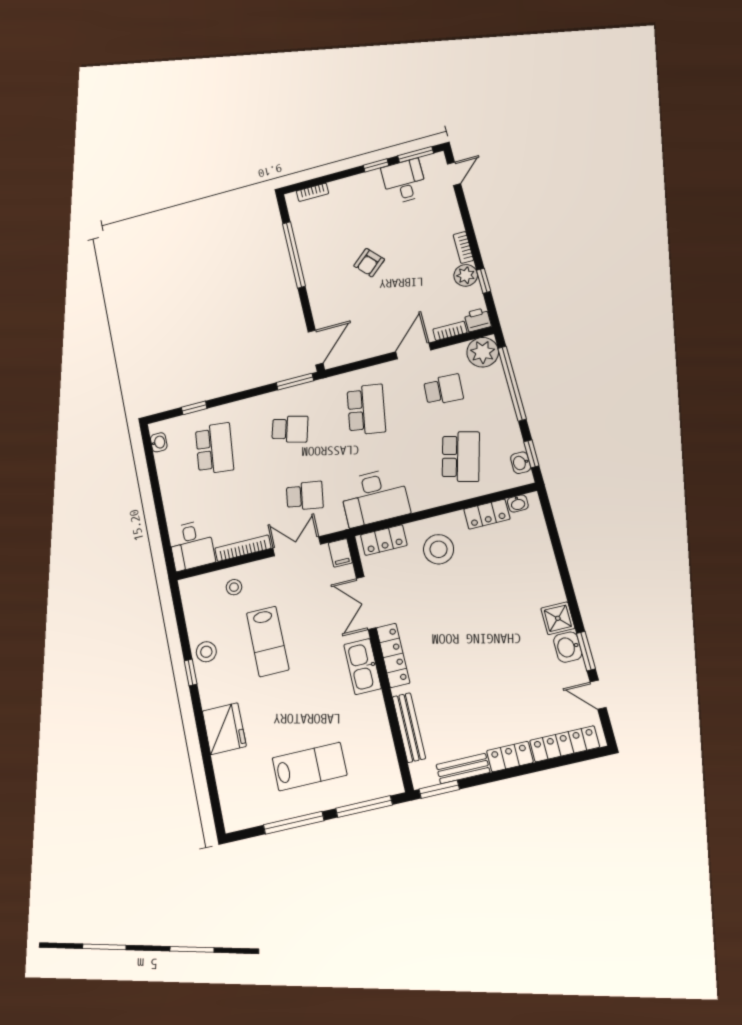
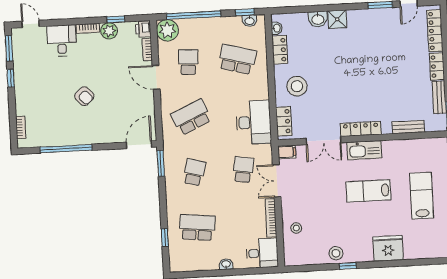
desk: (404, 181) -> (62, 41), moved, turned 90
door: (316, 348) -> (139, 145), hinge flipped
school desk: (366, 409) -> (191, 117), turned -33
washbasin: (159, 442) -> (226, 264), moved
shower: (558, 618) -> (337, 19), moved
lab bench: (268, 641) -> (368, 191), moved, turned 180
washbasin: (568, 647) -> (318, 19), moved
bench: (409, 728) -> (408, 127), width x0.73

